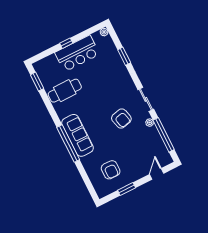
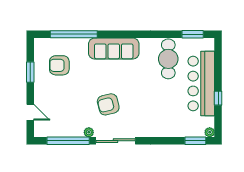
window: (66, 43) -> (218, 98), moved
bar counter: (77, 53) -> (201, 84), width x1.36
window: (124, 56) -> (195, 141), moved
sliding door: (146, 99) -> (116, 141), width x1.37
window: (68, 144) -> (74, 34), moved

